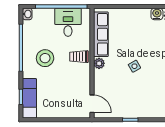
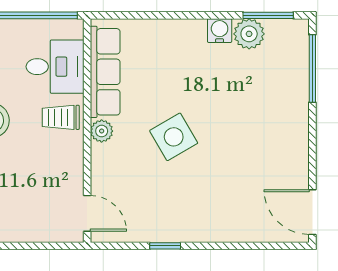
desk: (68, 22) -> (55, 67), moved, turned 90
side table: (134, 66) -> (174, 137), width x1.87, depth x1.87

